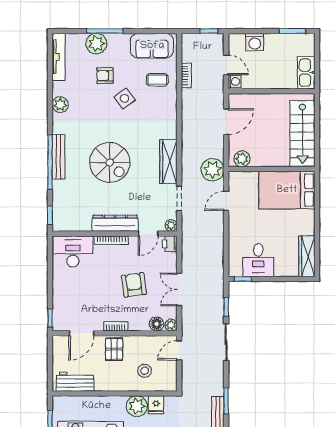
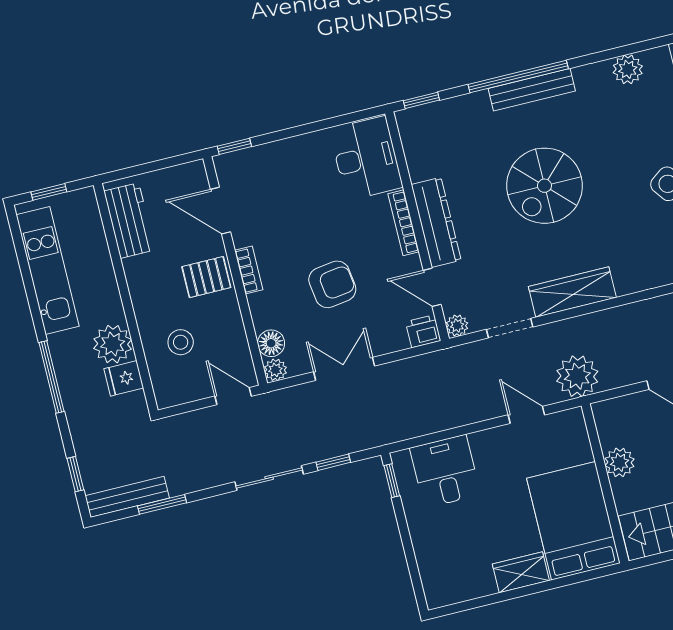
plant: (242, 159) -> (620, 462), moved
wardrobe: (307, 256) -> (521, 572), moved, width x0.67
desk: (258, 260) -> (445, 471), moved, turned 90

